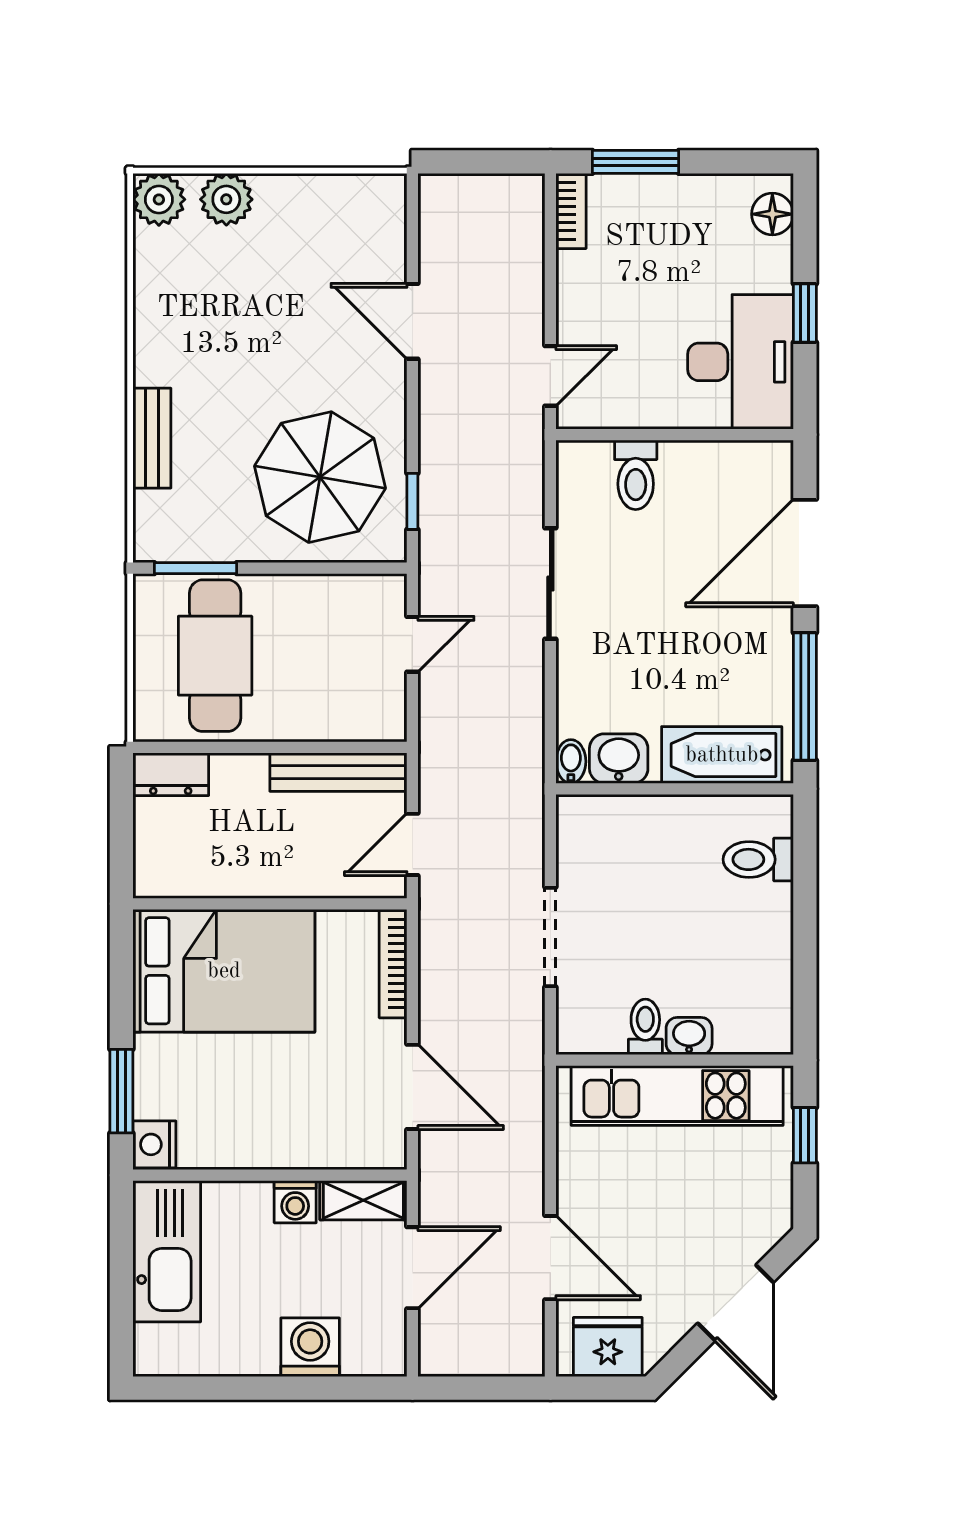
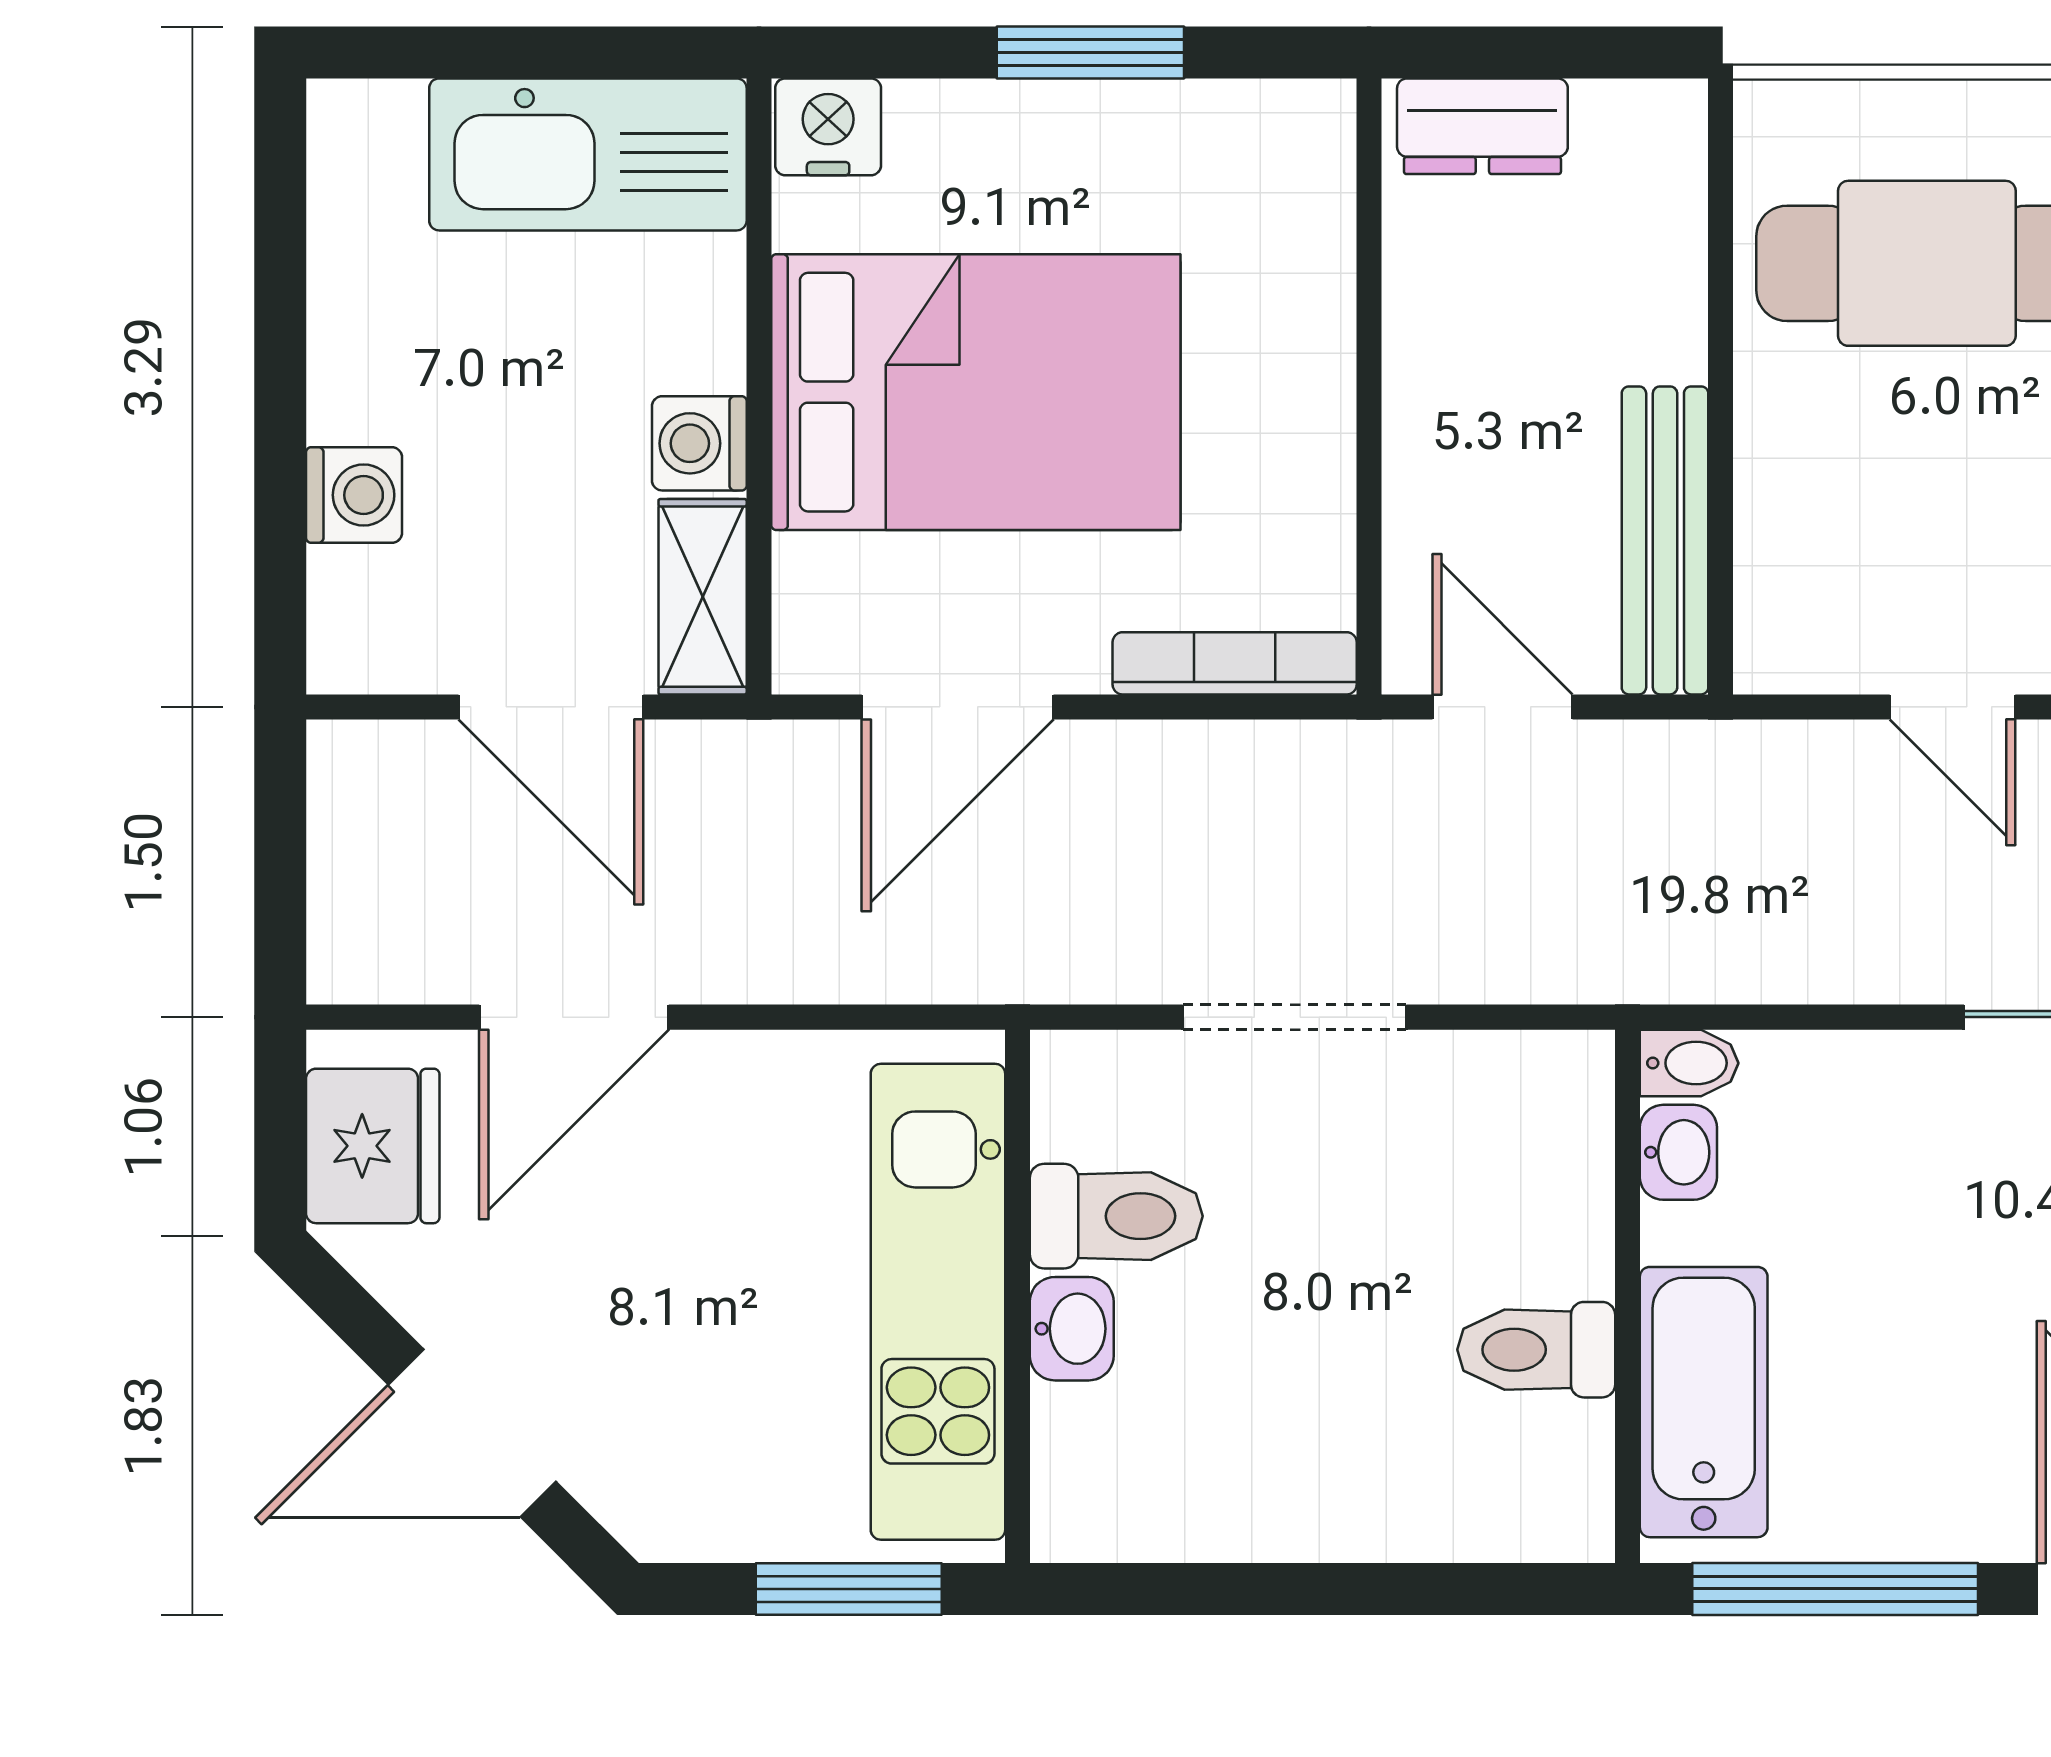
washbasin: (619, 759) -> (1678, 1152), width x0.72, depth x0.69
dresser: (171, 774) -> (1482, 126), moved, turned -90
toilet: (758, 859) -> (1536, 1350), moved, turned -90
bed: (224, 971) -> (976, 392), moved, turned -90
toilet: (645, 1027) -> (1116, 1216), width x1.37, depth x1.39
window: (121, 1091) -> (1090, 52), moved
window: (805, 1135) -> (849, 1589), width x1.50
washing machine: (310, 1347) -> (354, 495), width x0.73, depth x0.73

